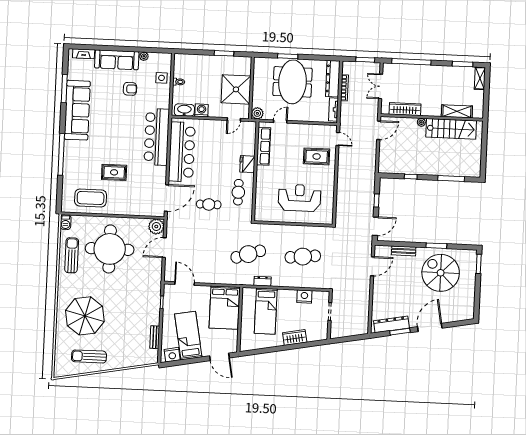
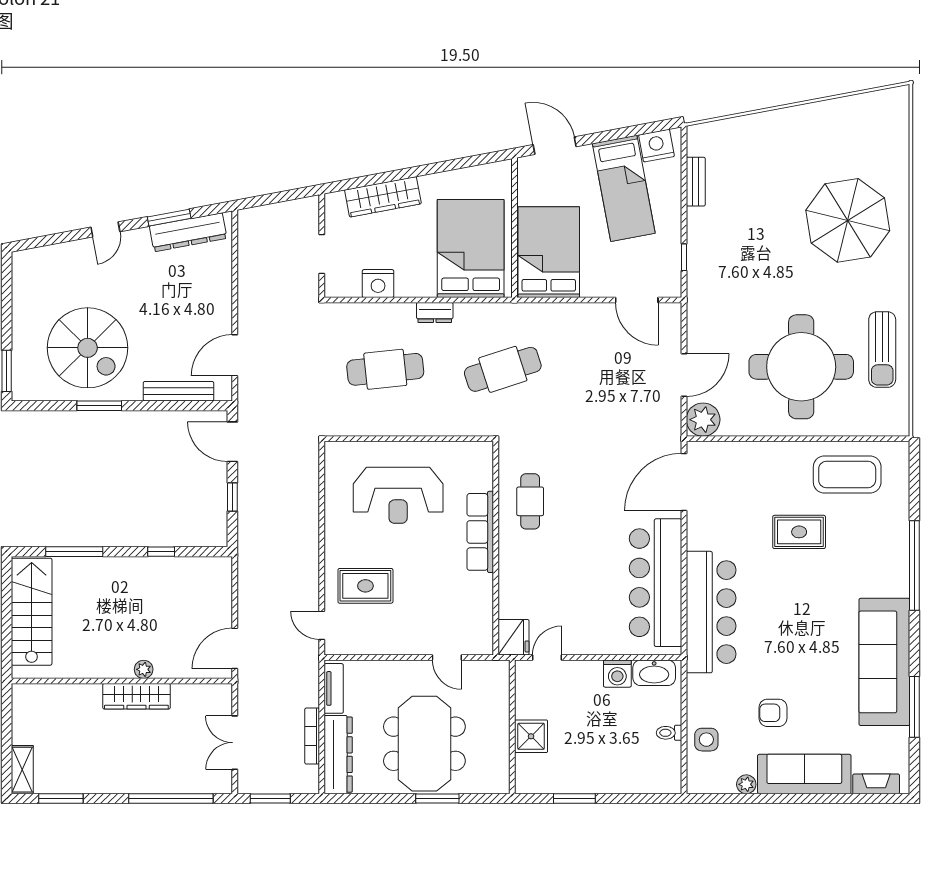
double door: (381, 86) -> (235, 743), swing flipped
shower: (236, 89) -> (531, 736), width x0.54, depth x0.54
wardrobe: (405, 109) -> (136, 696), moved
shelving: (457, 111) -> (68, 696), removed
plant: (257, 113) -> (497, 673), removed
door: (280, 121) -> (447, 657), hinge flipped
stairs: (451, 129) -> (32, 612), moved, turned 90
row of seats: (264, 146) -> (480, 532), moved
fridge: (247, 164) -> (514, 637), moved
cafe table: (209, 204) -> (593, 472), removed
barbecue: (66, 222) -> (899, 420), removed
door: (375, 226) -> (232, 442), hinge flipped
bench: (404, 251) -> (178, 391), width x1.36
dresser: (262, 281) -> (435, 312), moved
bed: (266, 311) -> (471, 248), width x1.50
door: (430, 327) -> (105, 229), width x0.53
wardrobe: (295, 338) -> (383, 197), width x1.50
sun lounger: (89, 356) -> (835, 134), removed

